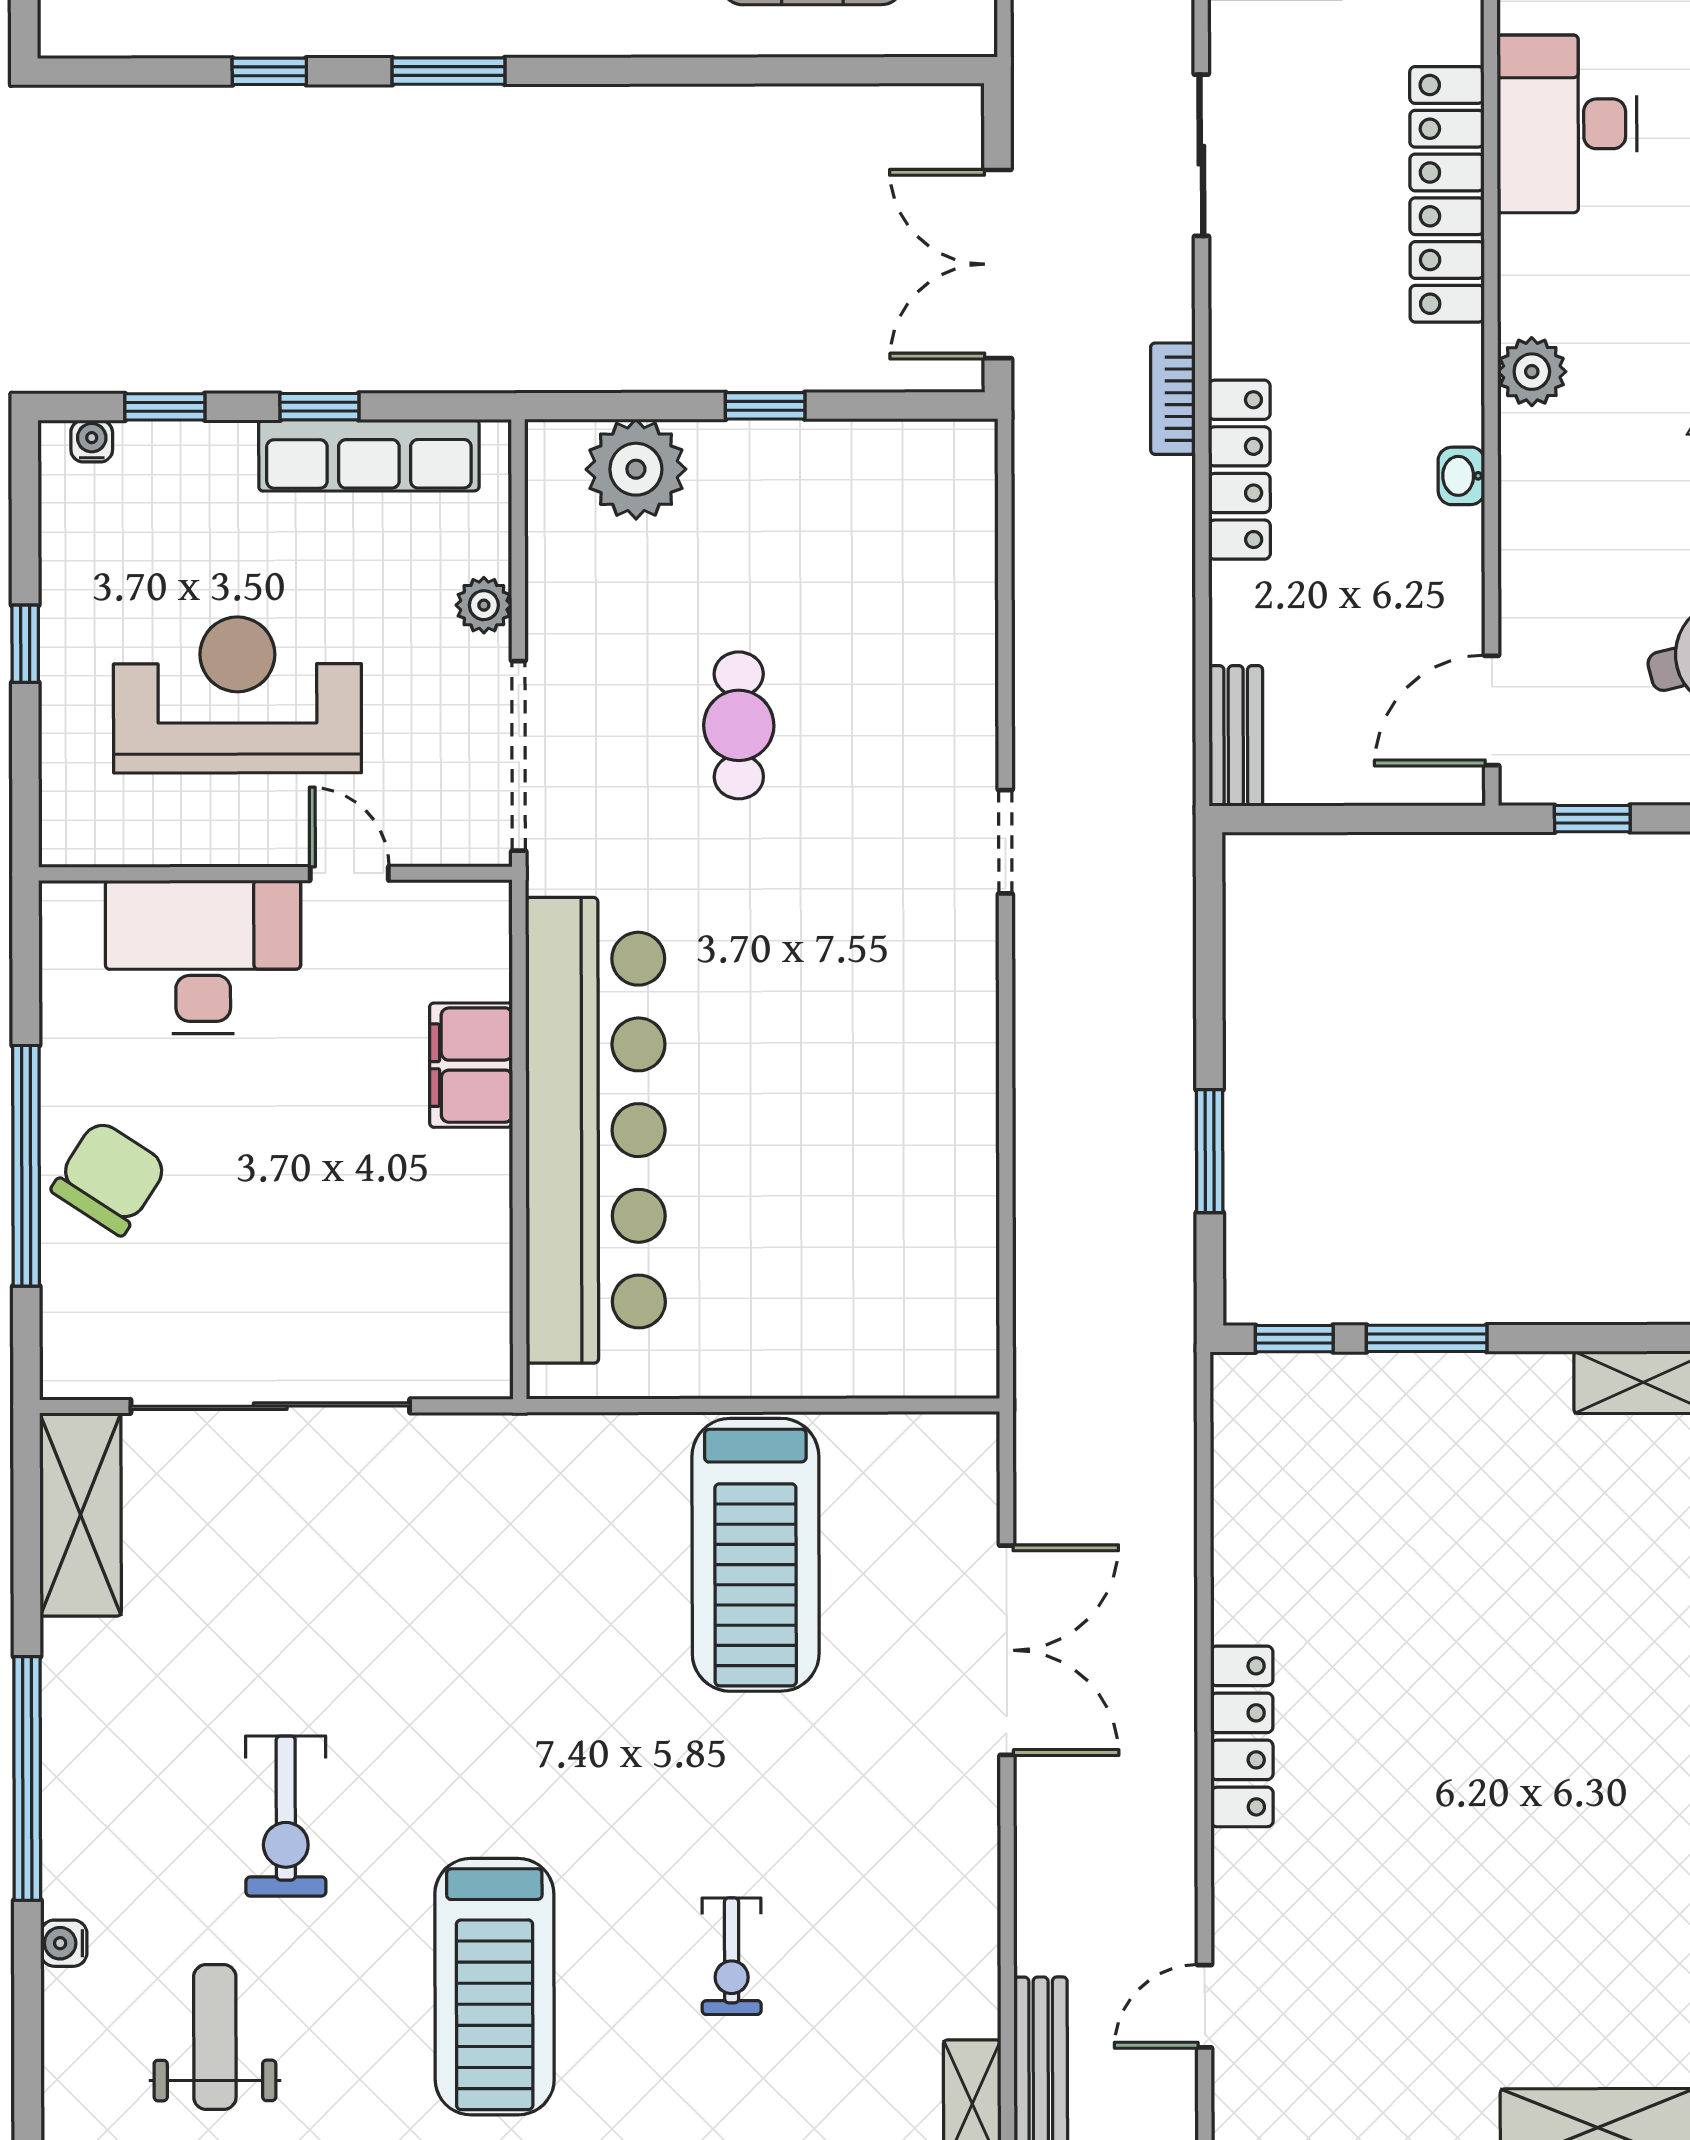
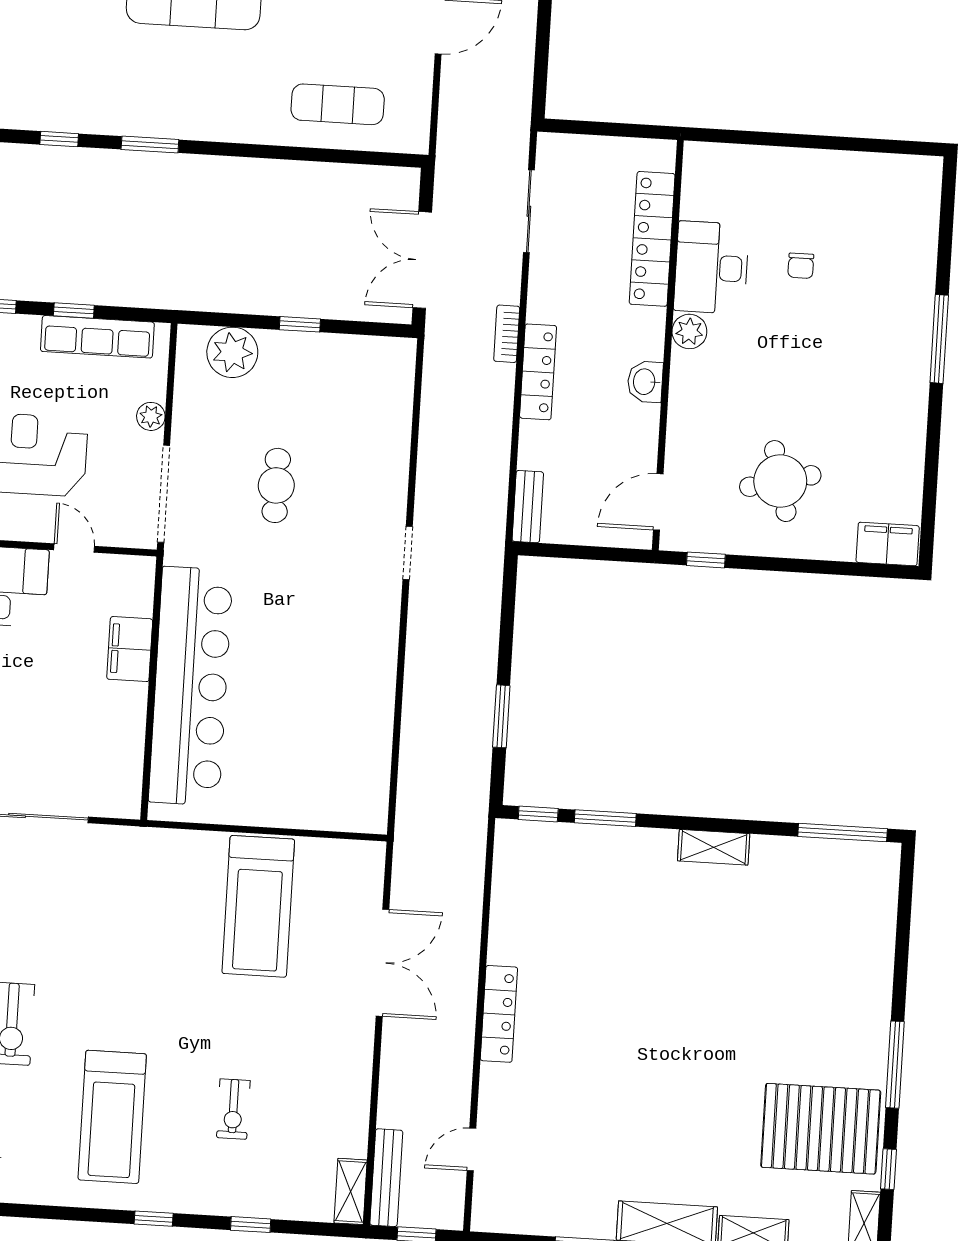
desk: (1567, 124) -> (711, 268), moved
washbasin: (1461, 476) -> (645, 382), width x1.38, depth x1.45

